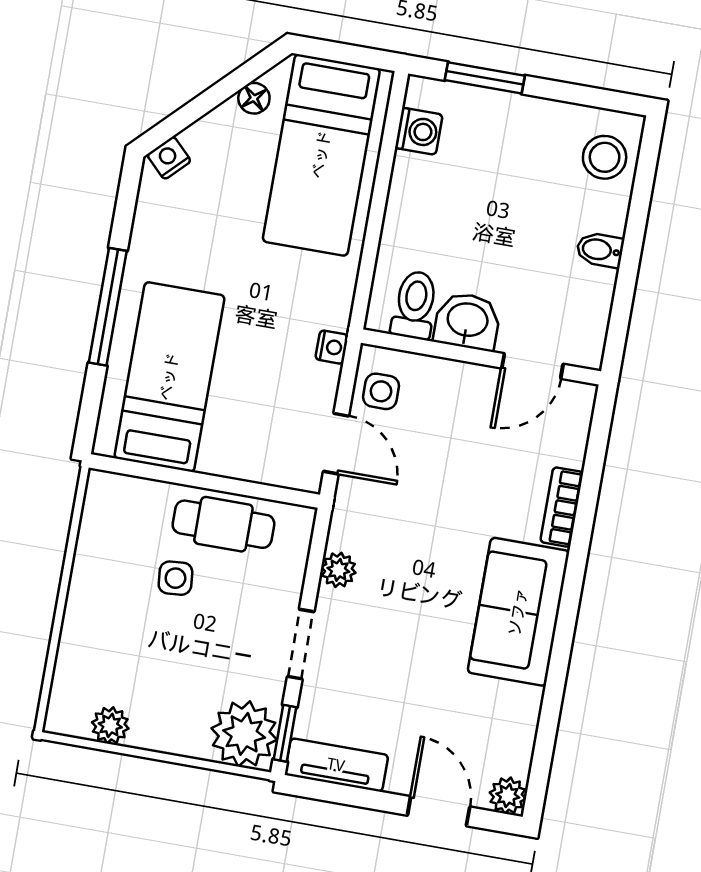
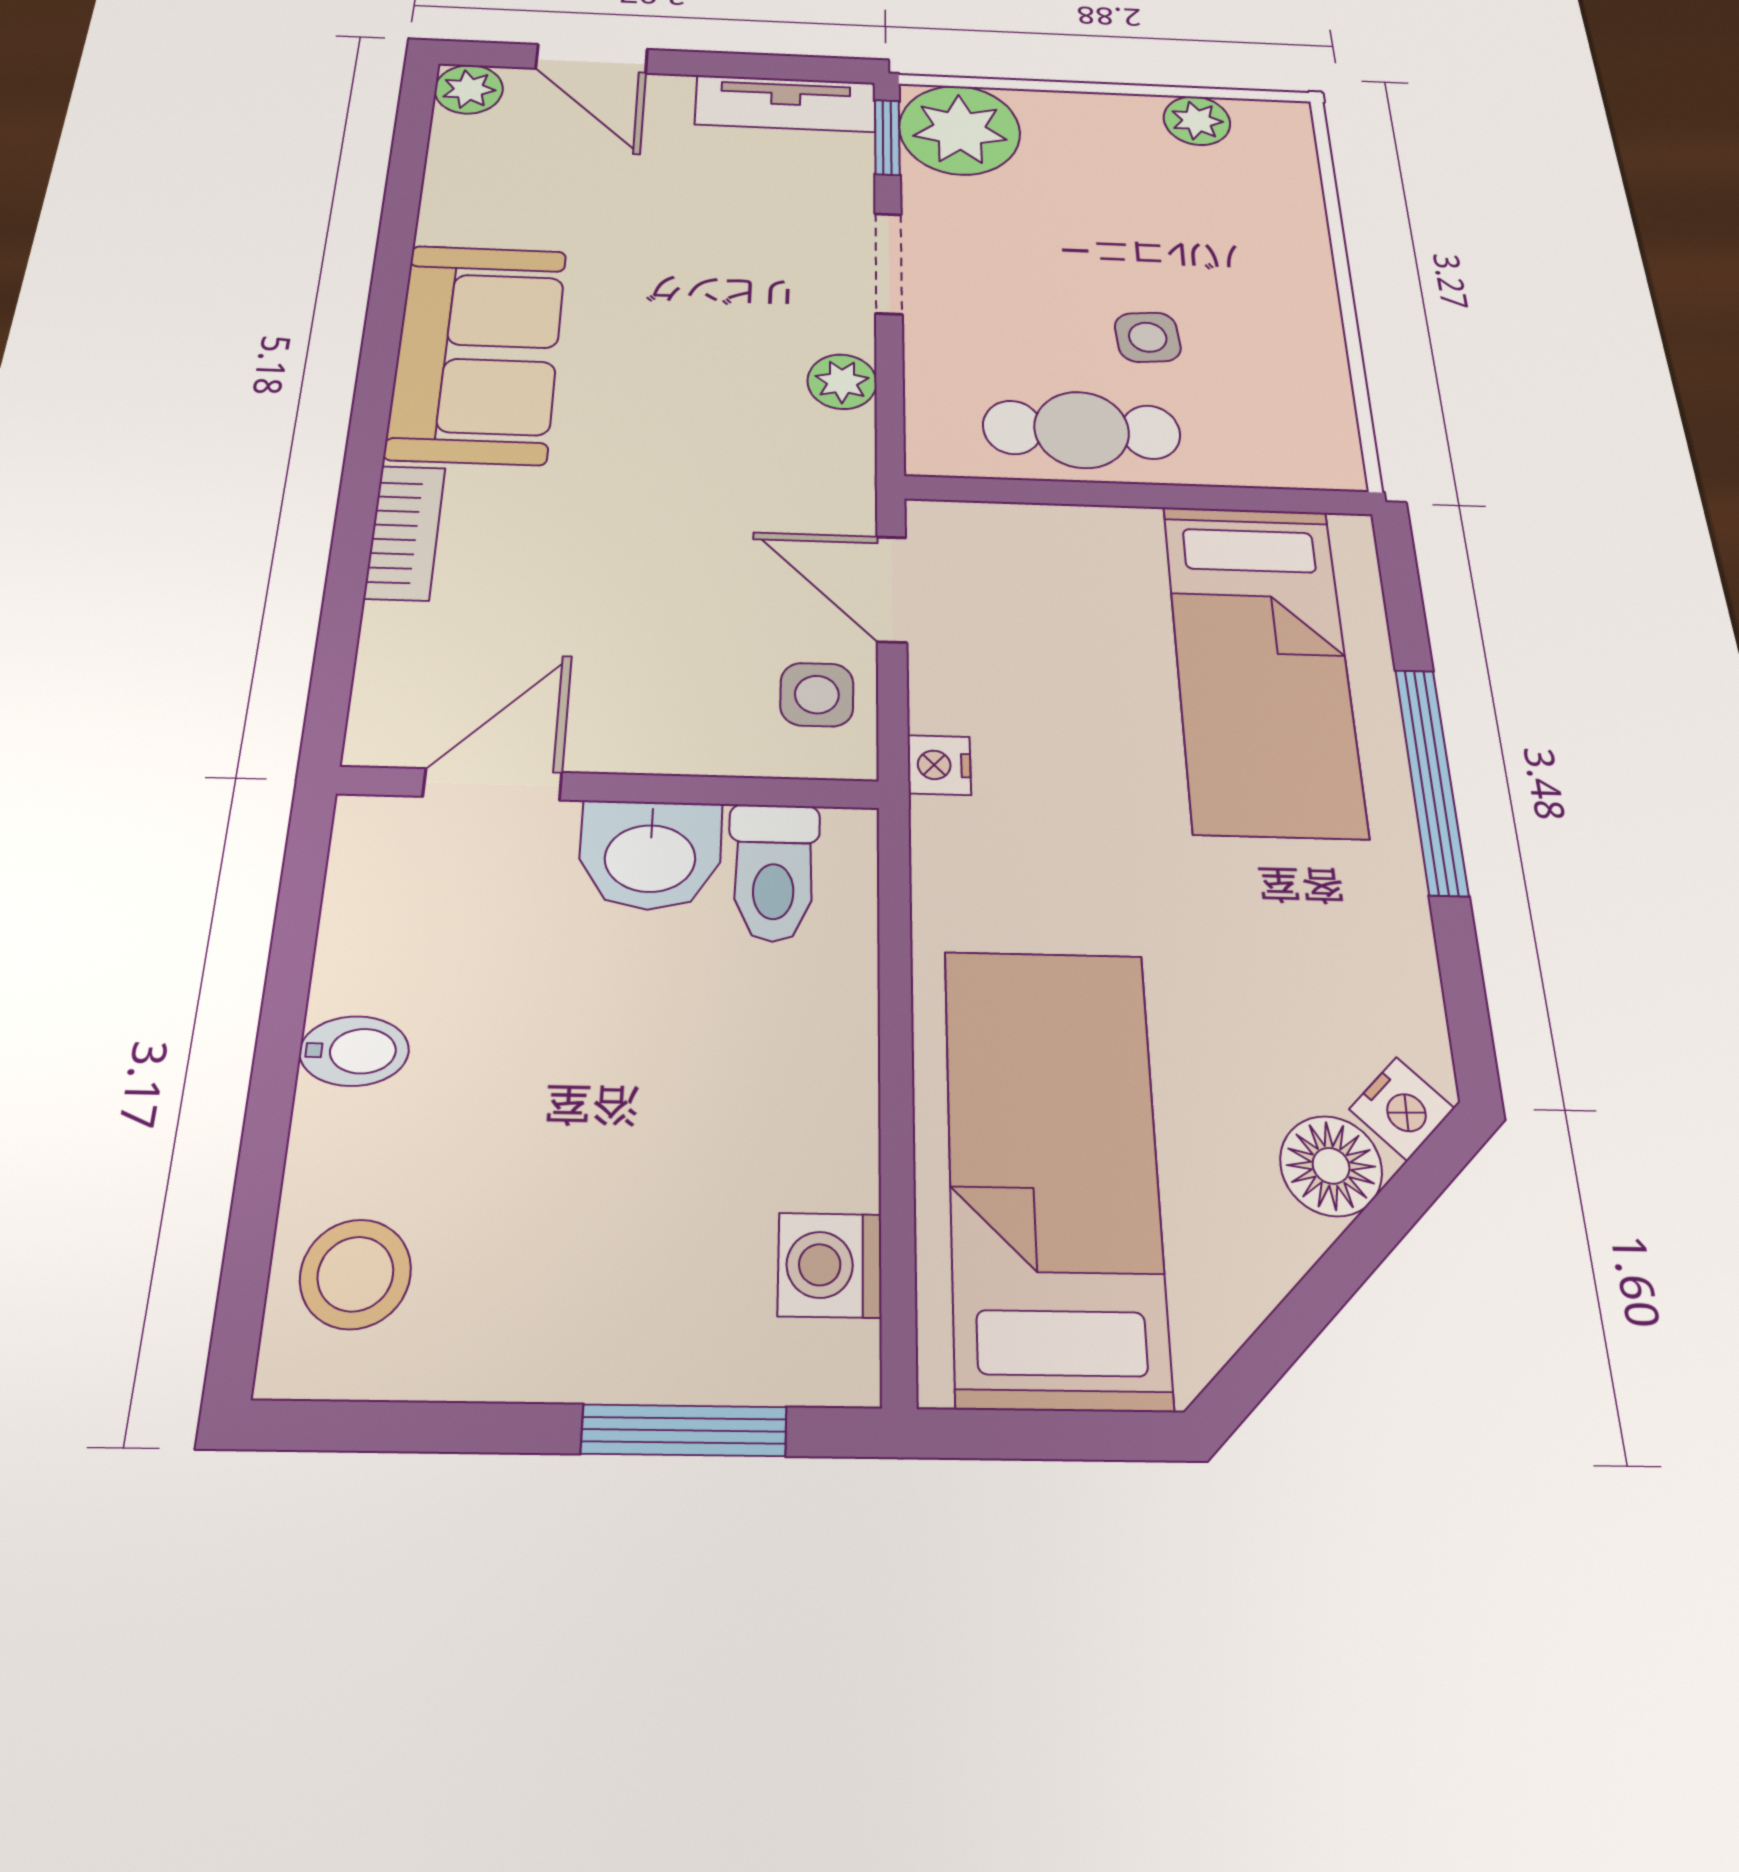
floor lamp: (254, 98) -> (1331, 1166), moved, width x1.37, depth x1.37

